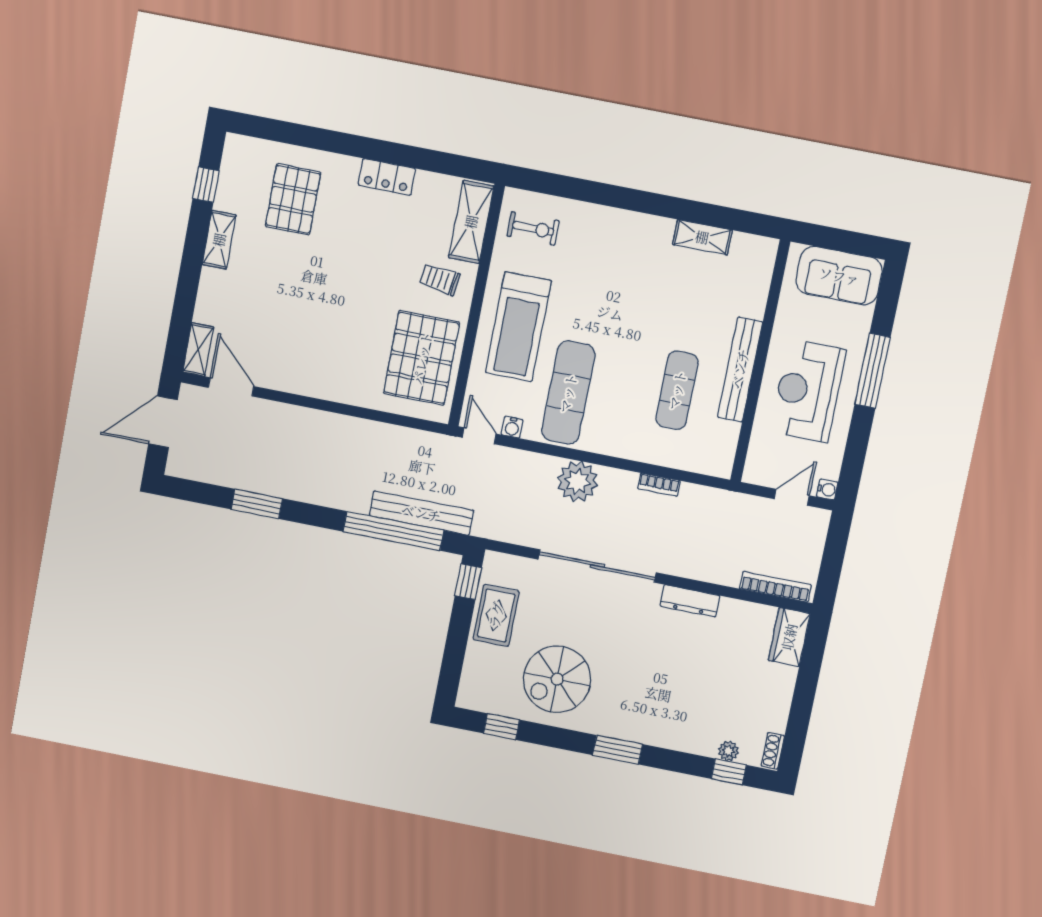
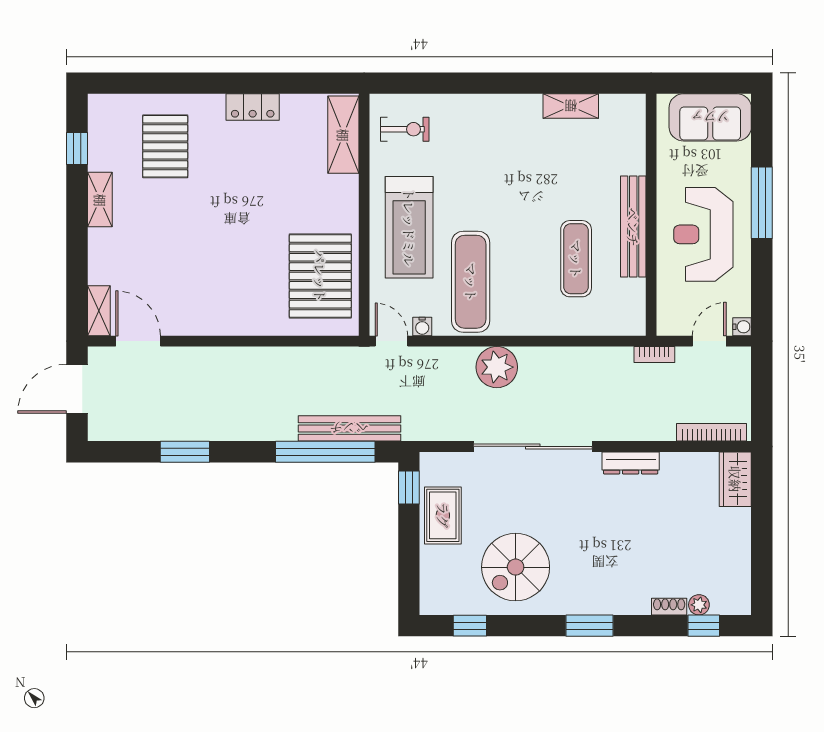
trolley: (440, 279) -> (323, 196), removed
bookcase: (659, 485) -> (654, 354), moved
shoe rack: (773, 751) -> (669, 607), moved, turned 90

